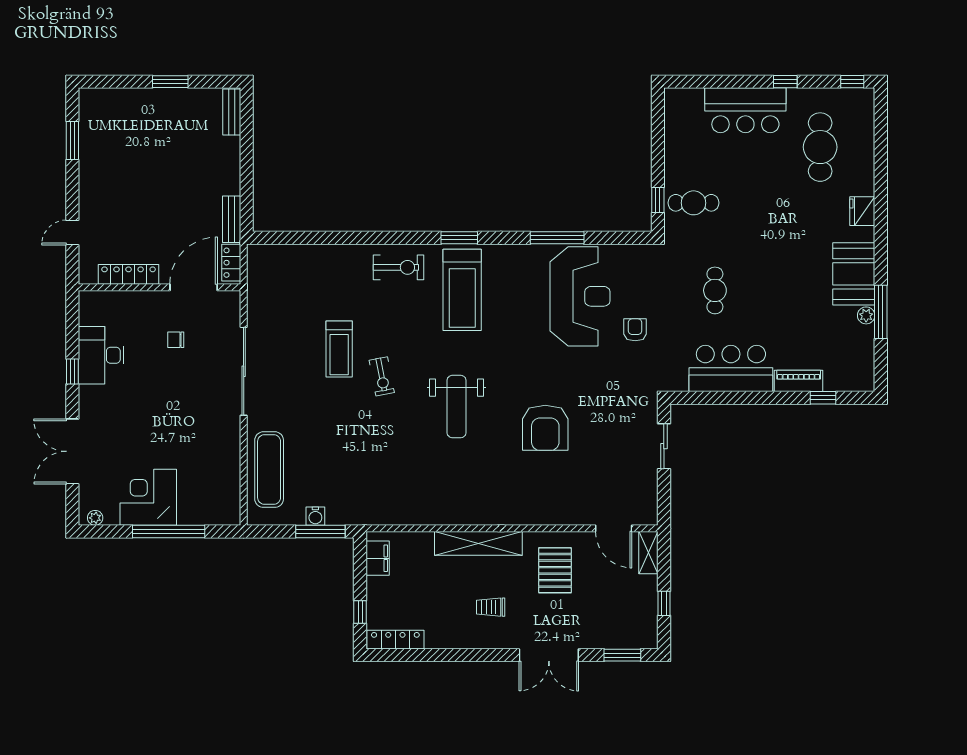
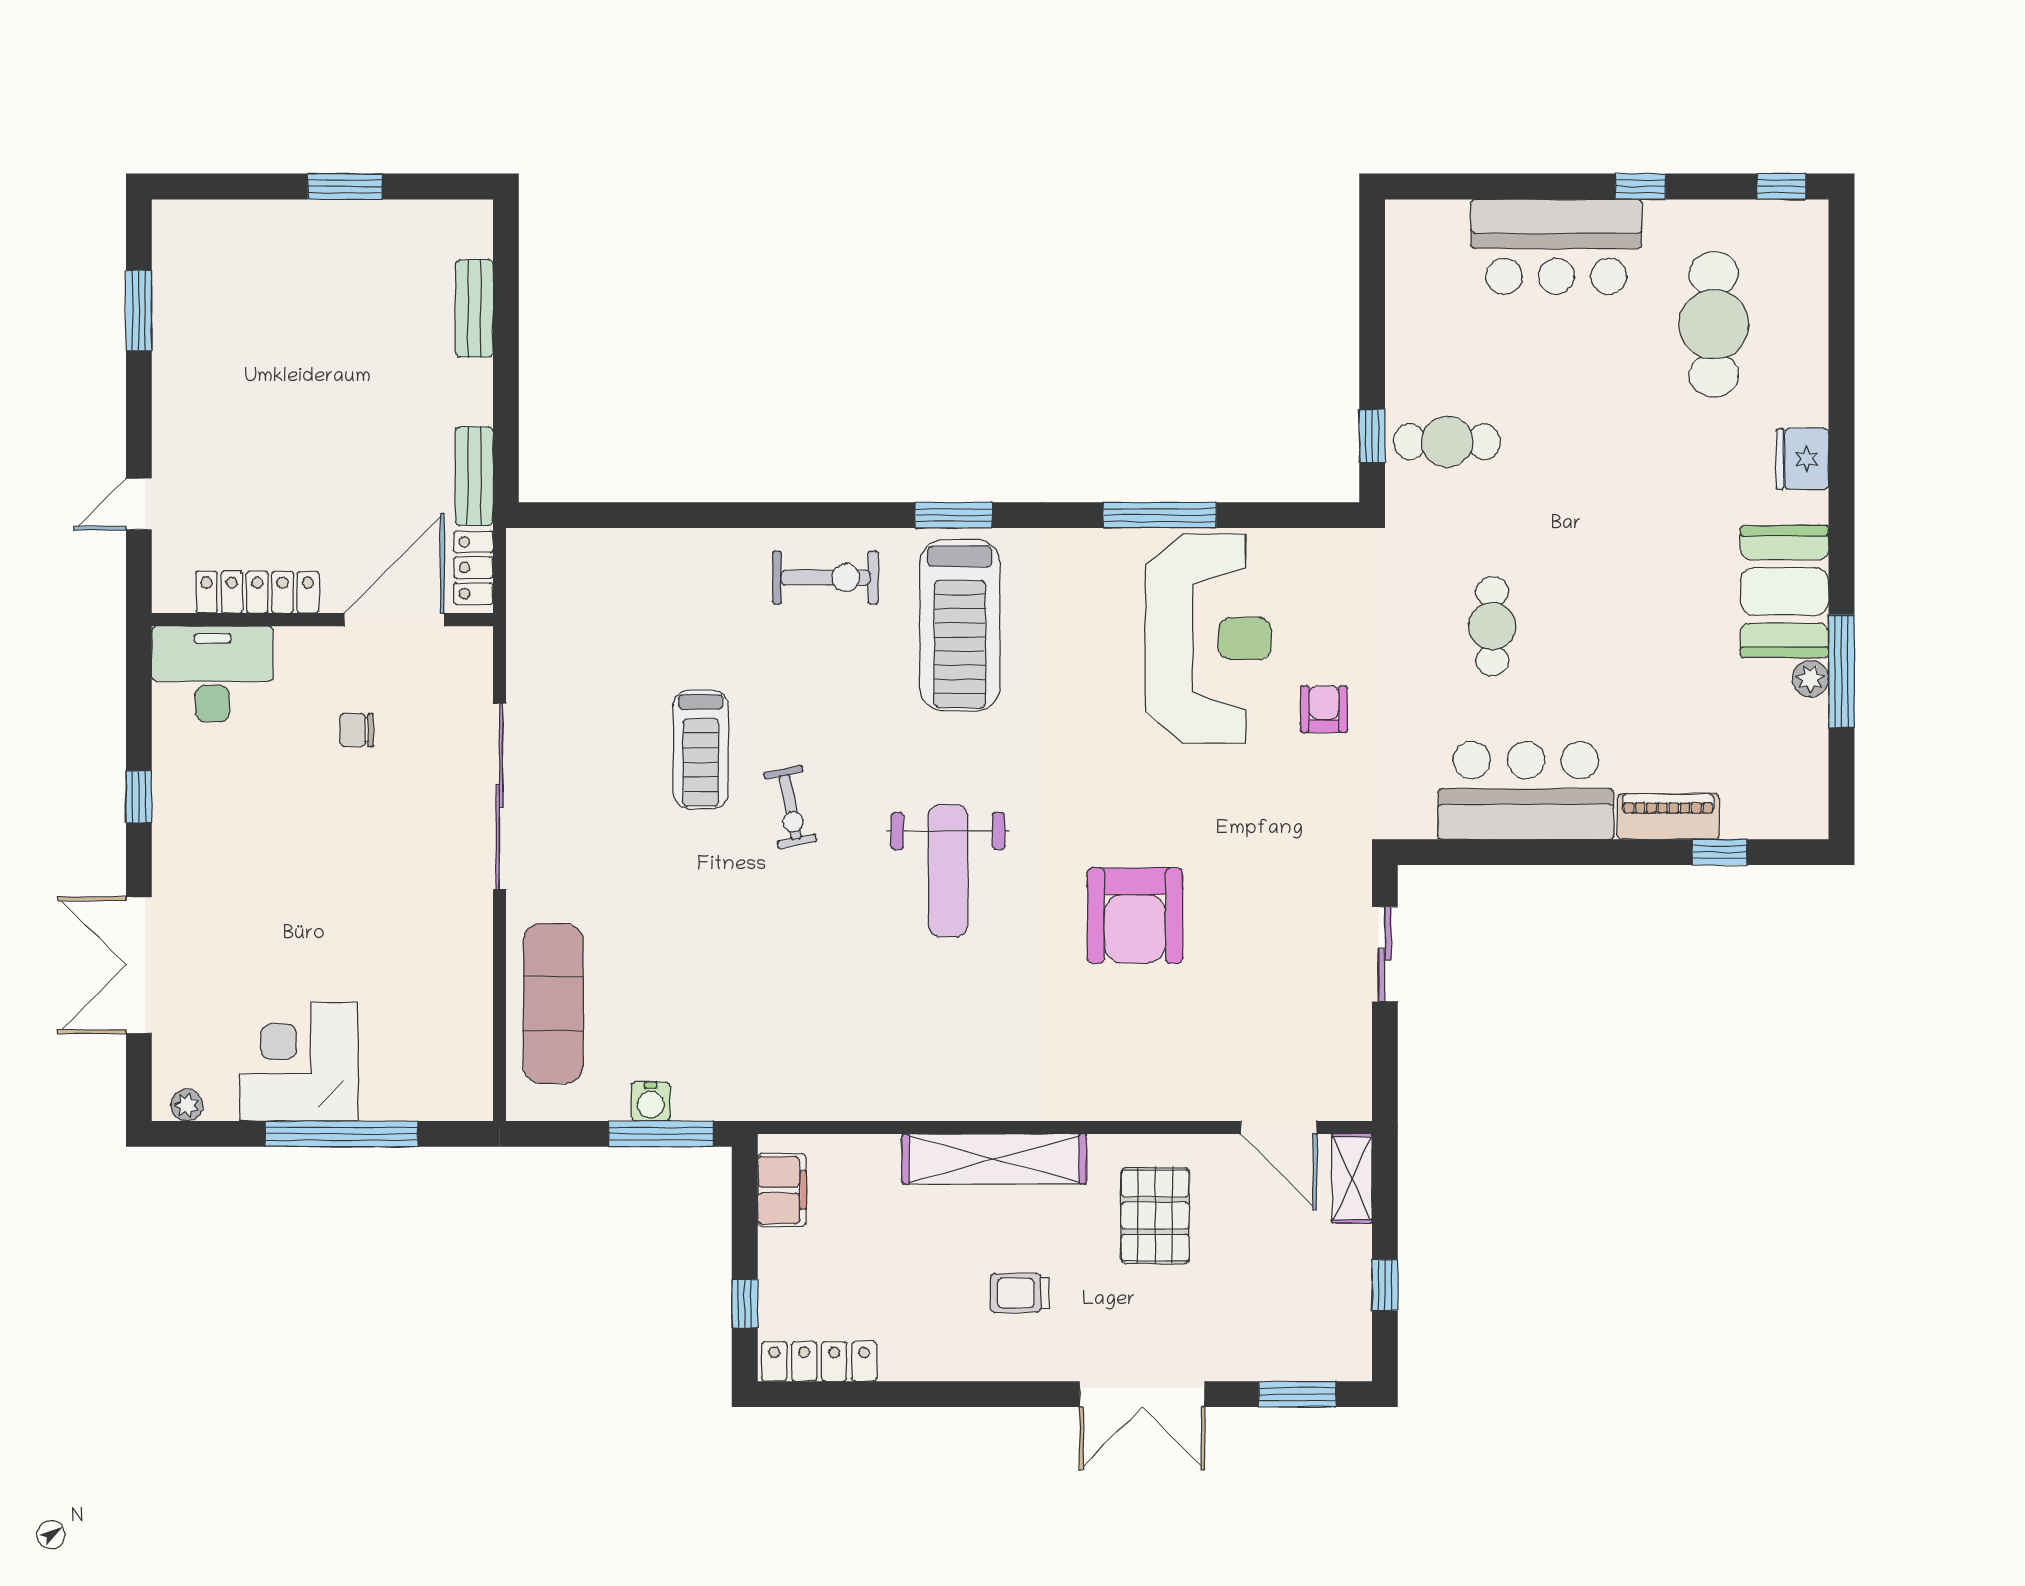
bench: (232, 112) -> (474, 308), moved
desk: (101, 355) -> (212, 674), moved, turned 90

